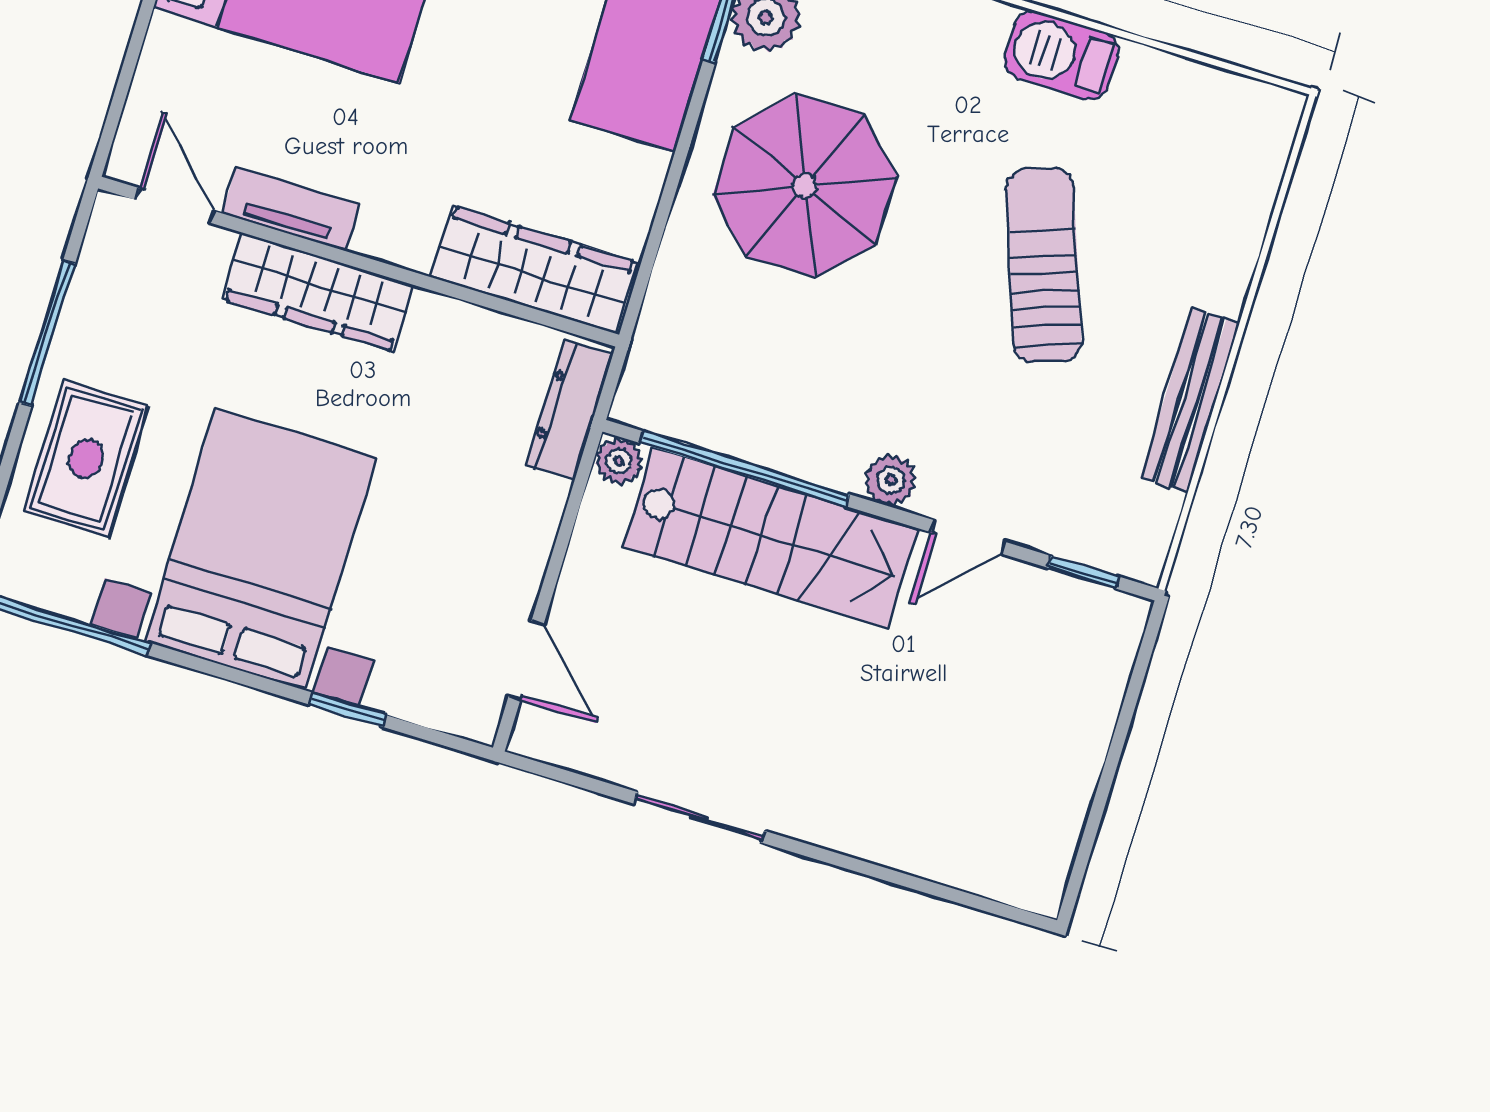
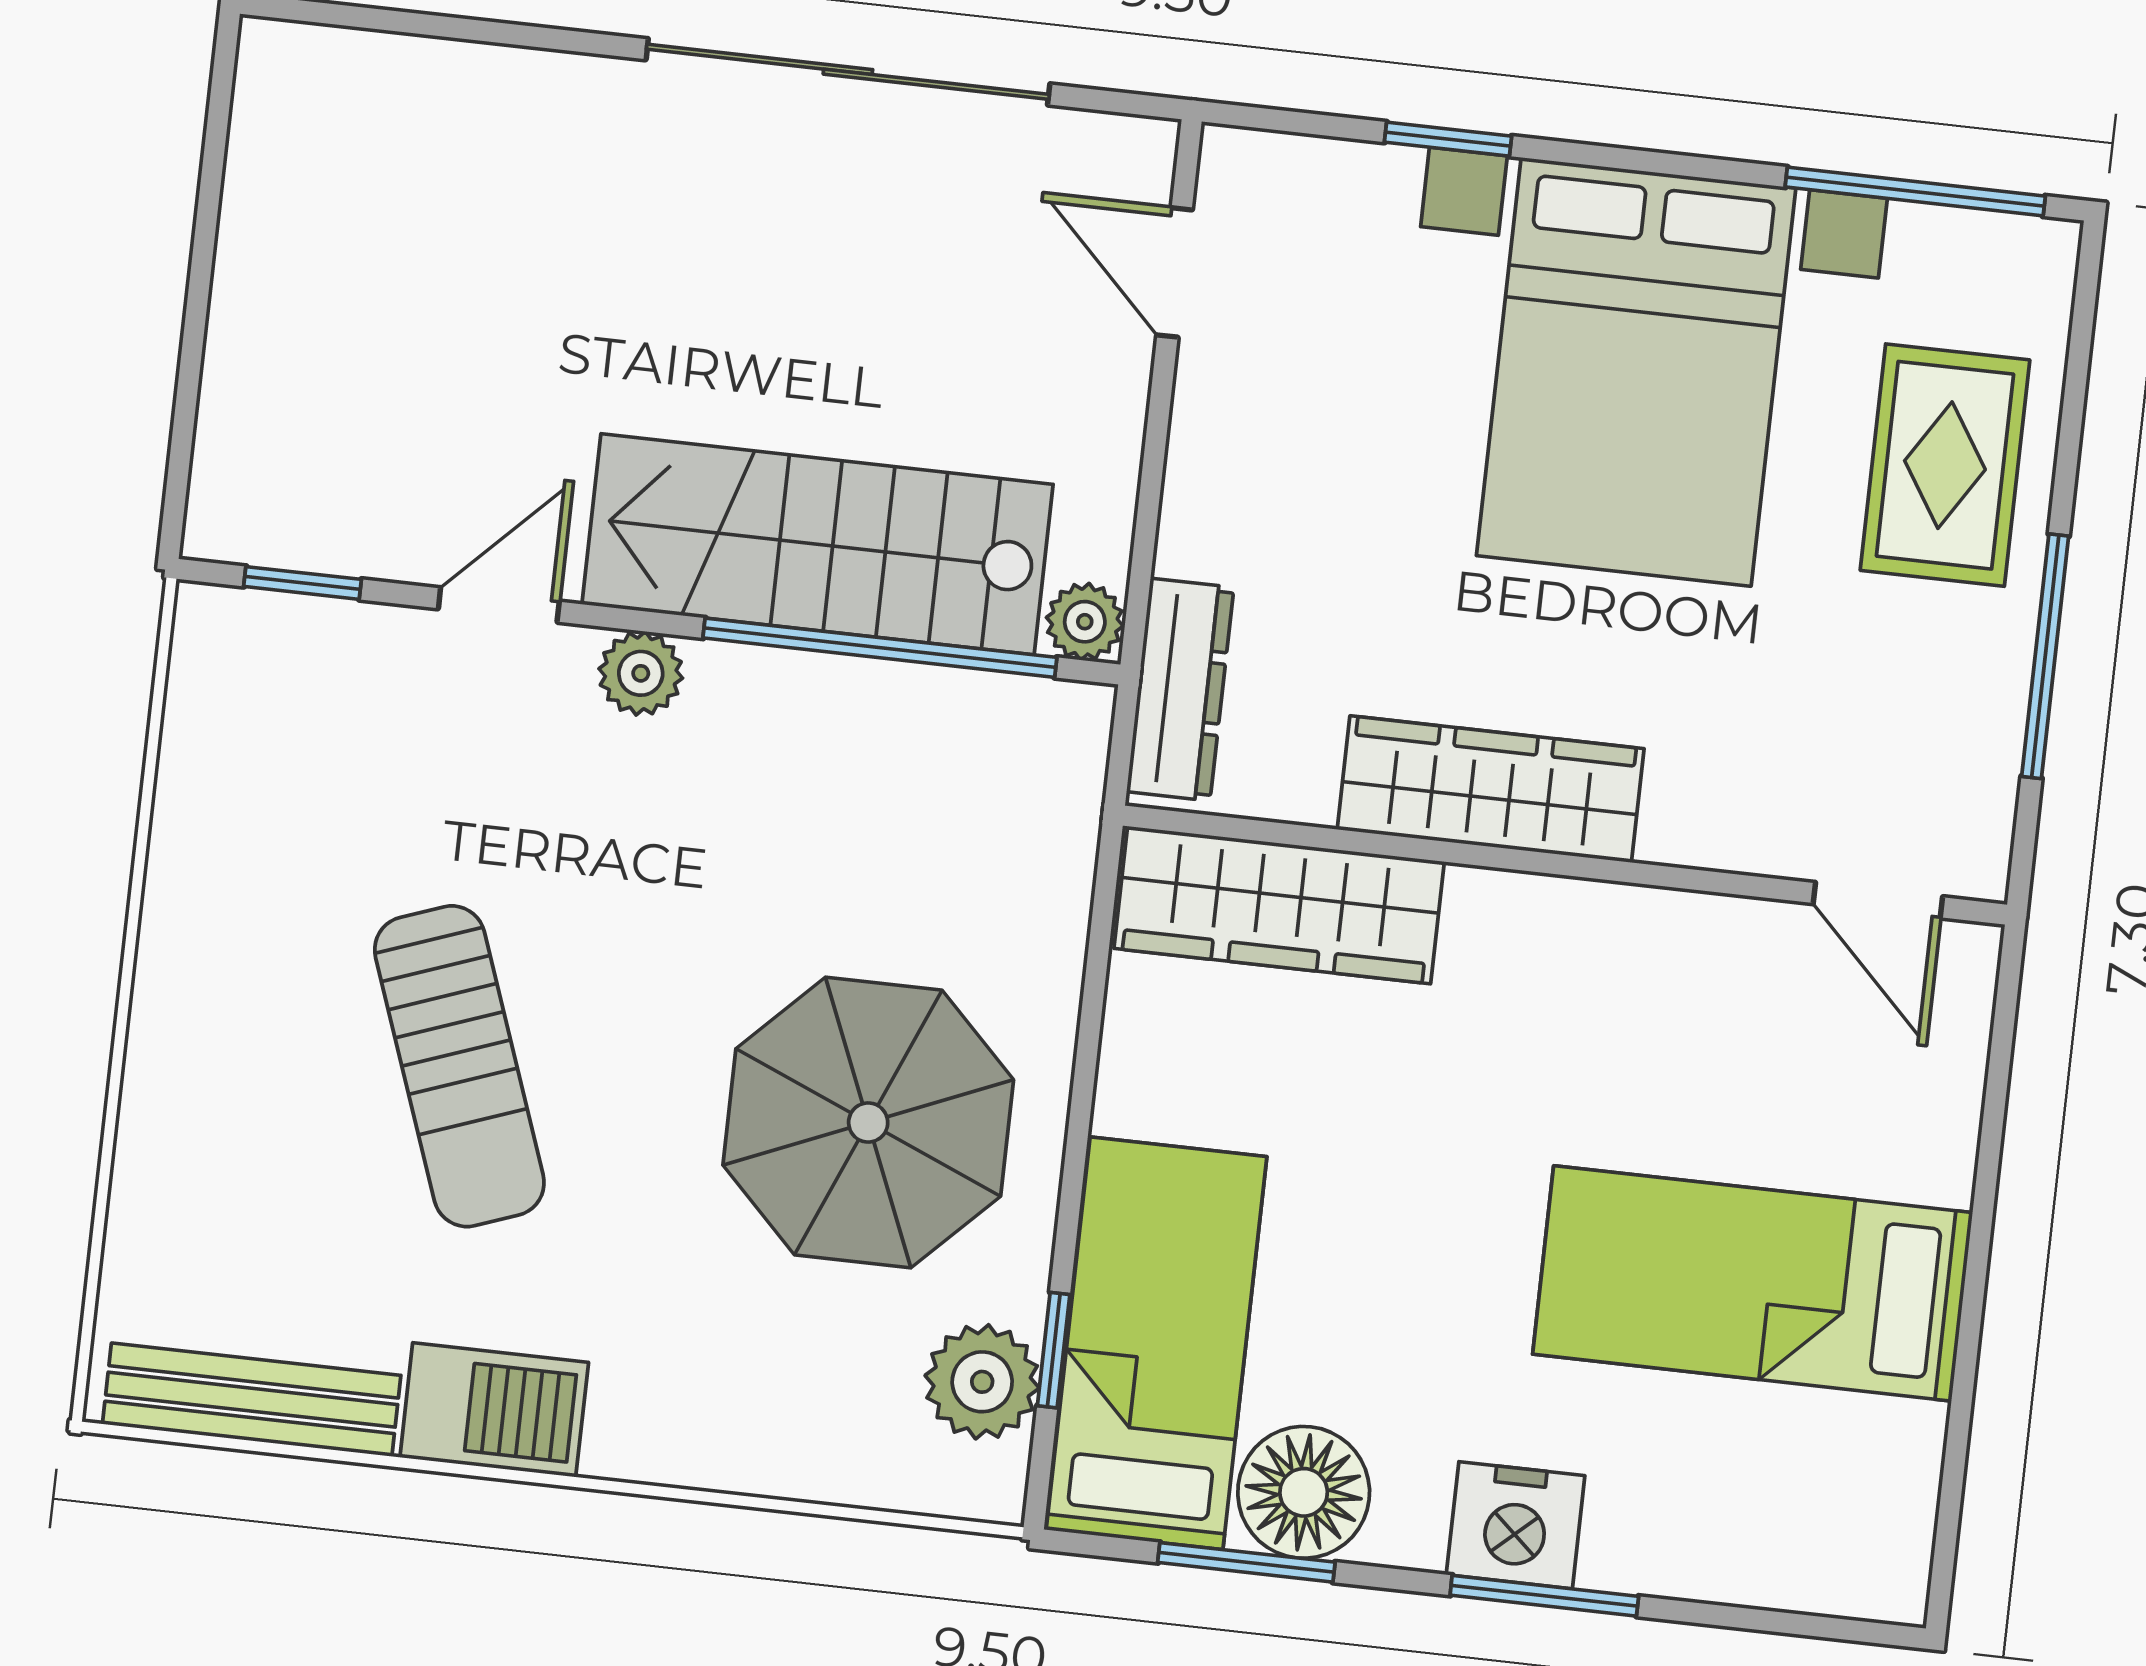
tv unit: (291, 209) -> (1690, 930), removed
wardrobe: (318, 292) -> (1491, 789), moved
bench: (1190, 401) -> (252, 1400), moved, turned 90
sliding door: (699, 817) -> (848, 72), width x1.86

